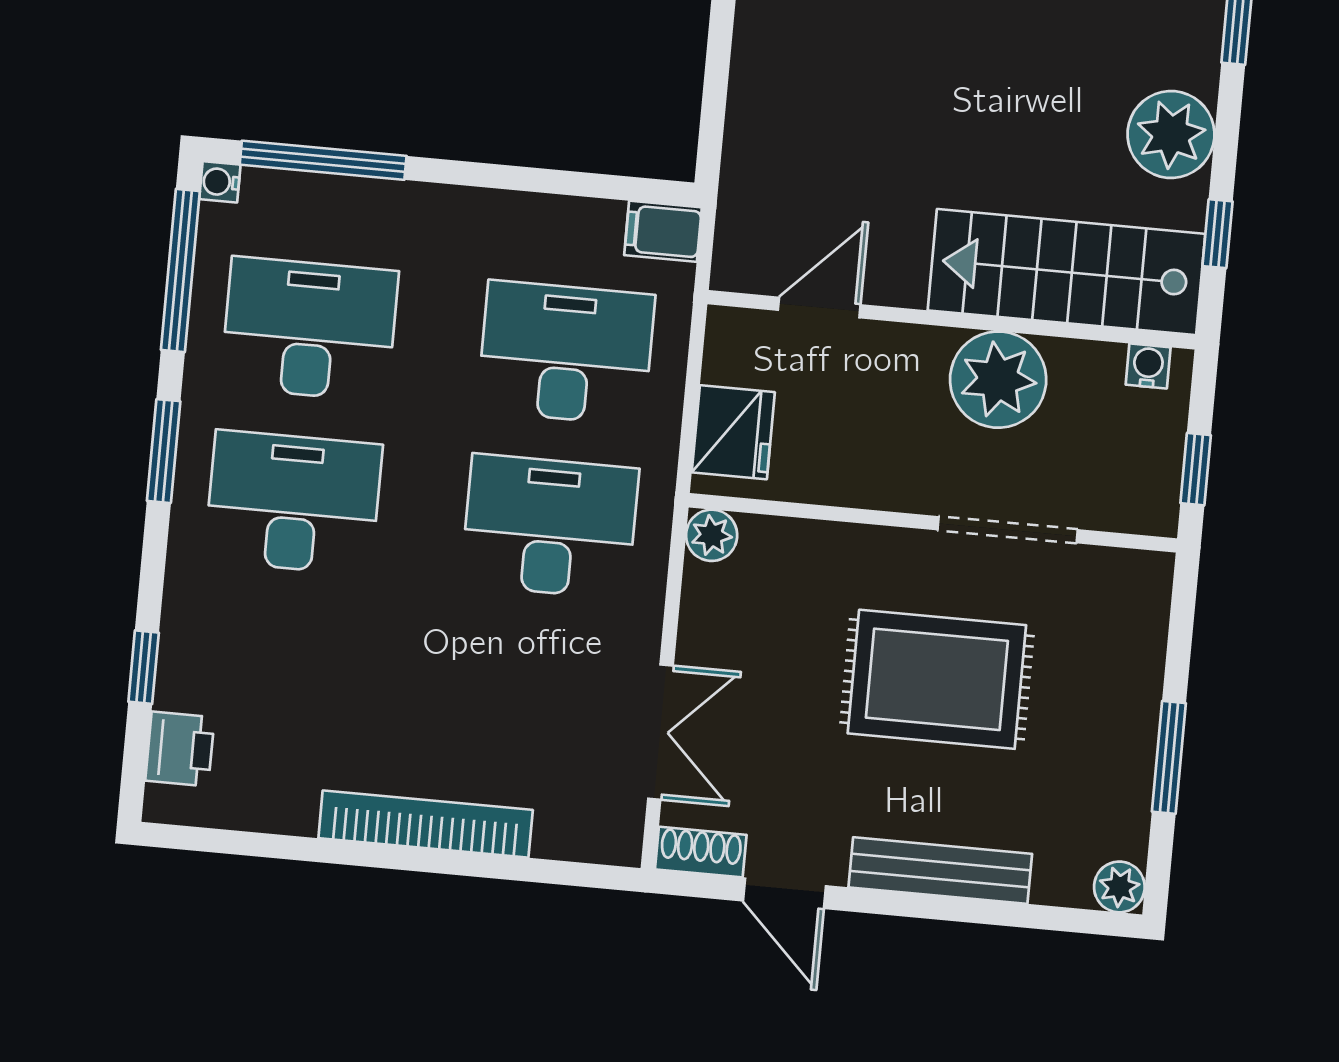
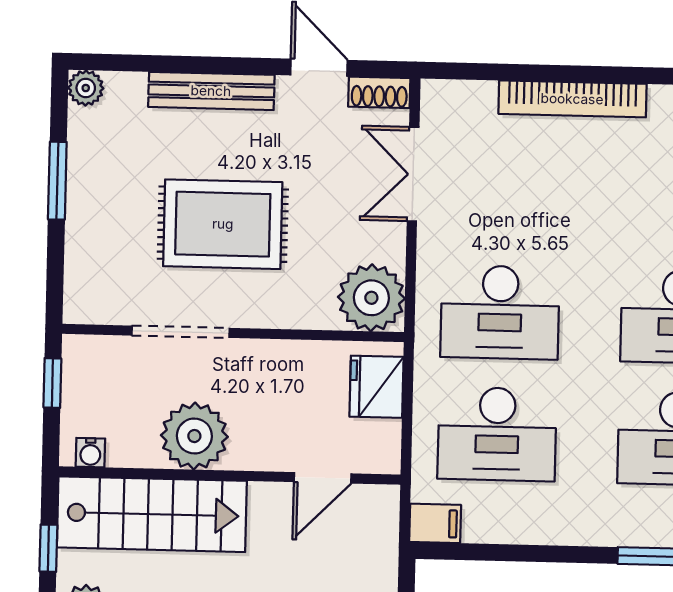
plant: (712, 535) -> (371, 298), width x1.88, depth x1.88

